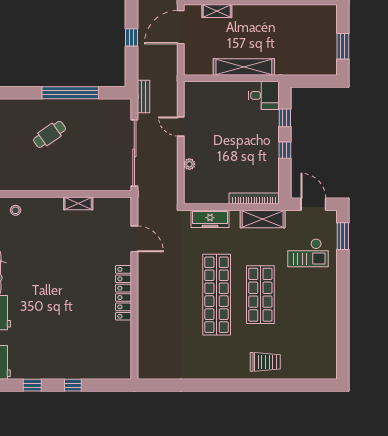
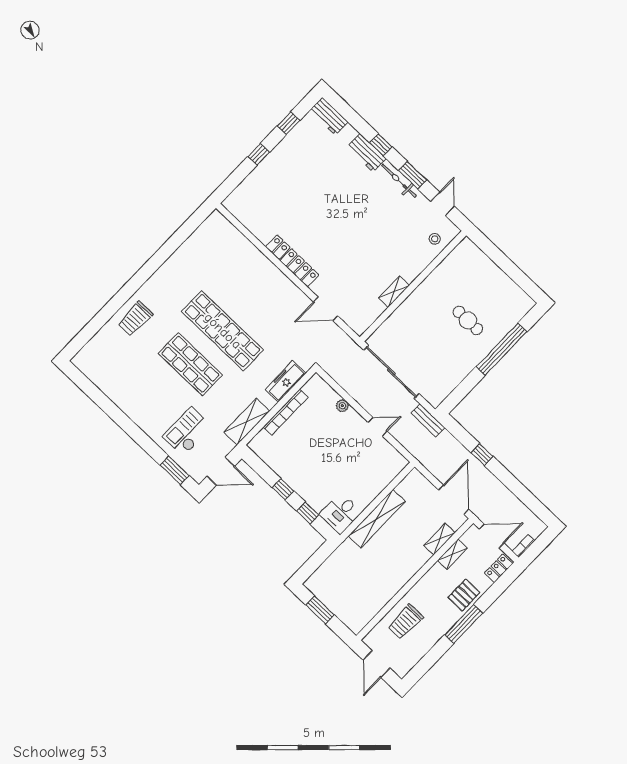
window: (70, 93) -> (502, 349), moved
cafe table: (50, 134) -> (468, 320), turned -55
bookcase: (254, 199) -> (286, 412), moved

